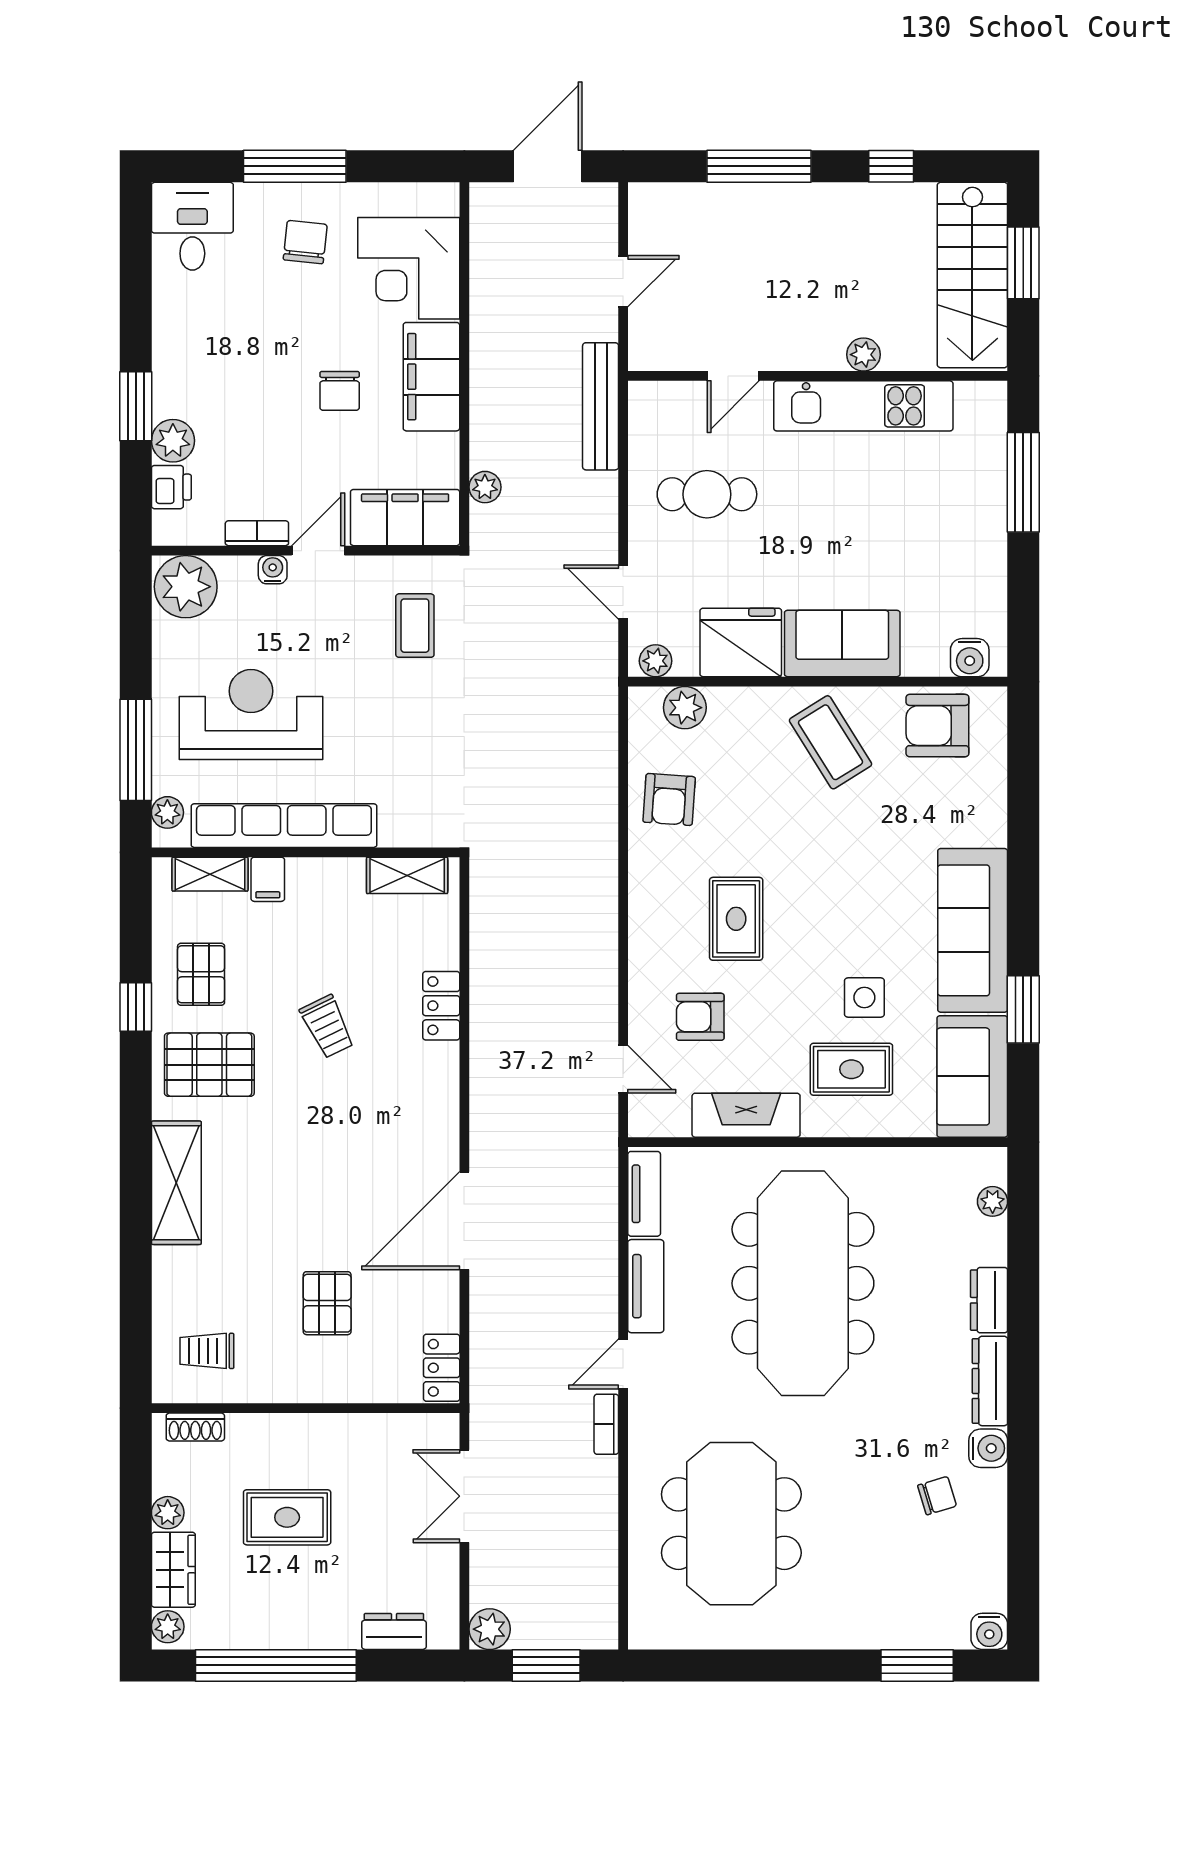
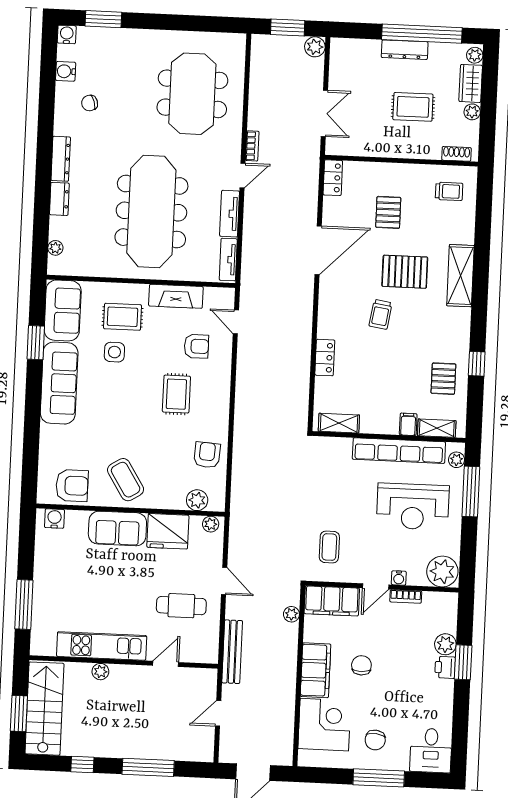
printer: (171, 487) -> (445, 667), moved
door: (623, 592) -> (224, 581), moved
trolley: (327, 1026) -> (381, 314), moved, turned -145
pallet: (209, 1065) -> (405, 272), moved
water cooler: (988, 1448) -> (66, 71), moved
dresser: (394, 1631) -> (405, 50), moved, width x1.44

